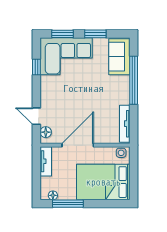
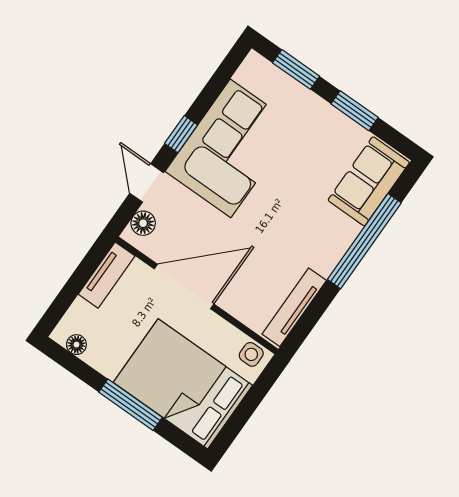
corner sofa: (66, 56) -> (230, 148), moved, turned -90
window: (36, 67) -> (181, 134), moved
window: (68, 204) -> (130, 405), moved

